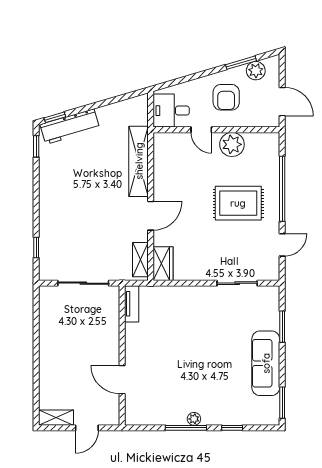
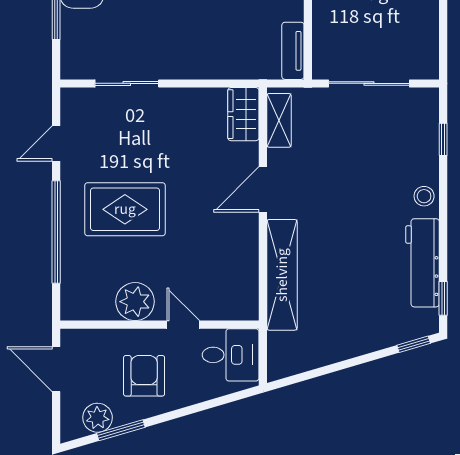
workbench: (70, 127) -> (422, 263), moved, turned -74
stool: (48, 211) -> (424, 196), added

